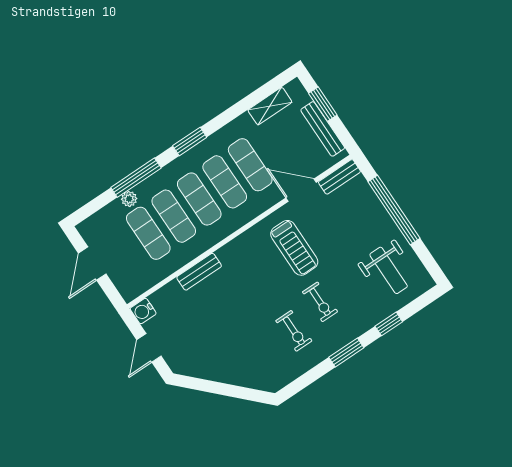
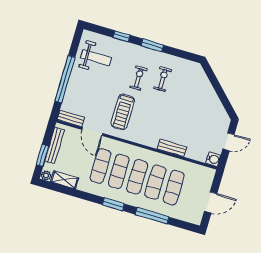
plant: (129, 199) -> (46, 175), moved
treadmill: (294, 248) -> (123, 112), turned 180
weight bench: (389, 270) -> (96, 58), turned 90

